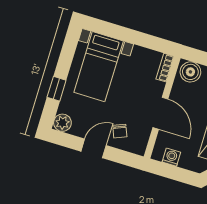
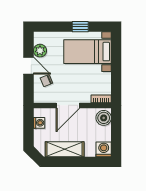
window: (57, 89) -> (80, 27), moved
plant: (62, 123) -> (40, 51), moved

